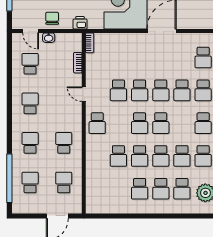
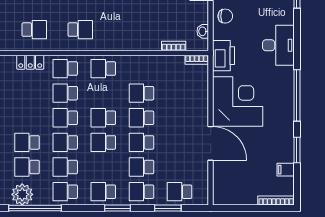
printer: (80, 23) -> (224, 56), width x1.87, depth x1.48
washbasin: (49, 38) -> (203, 31), moved
door: (84, 94) -> (137, 53), removed
locker: (92, 186) -> (30, 62), added
school desk: (140, 189) -> (65, 69), moved

